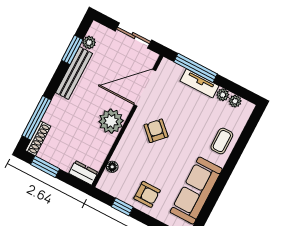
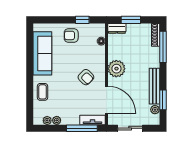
tv unit: (199, 83) -> (92, 120), moved
door: (145, 88) -> (107, 100), hinge flipped
window: (45, 167) -> (131, 20), moved

